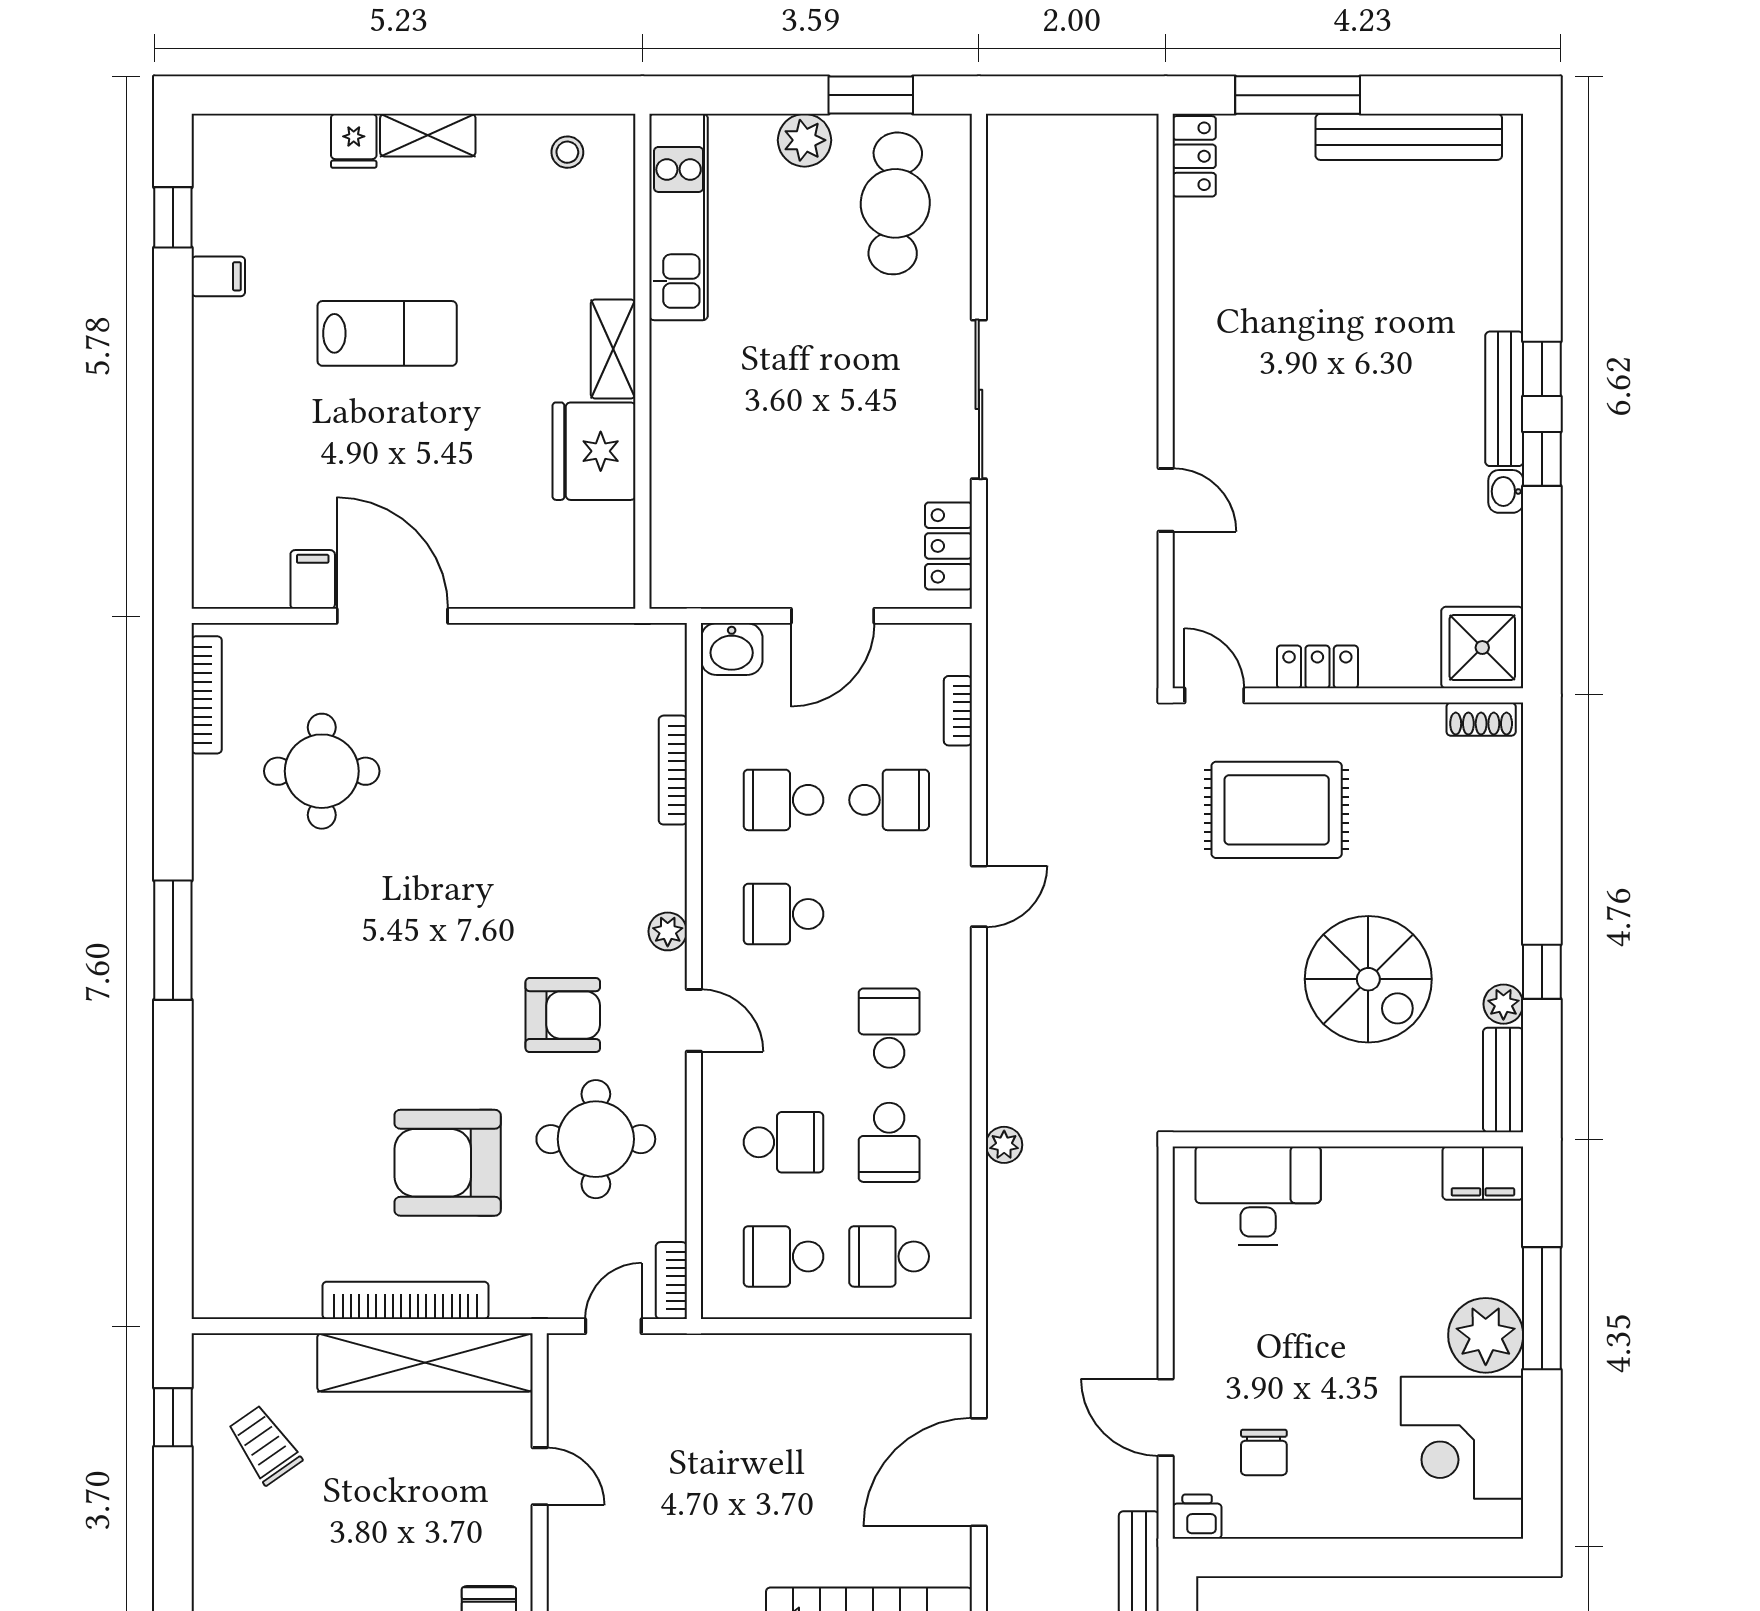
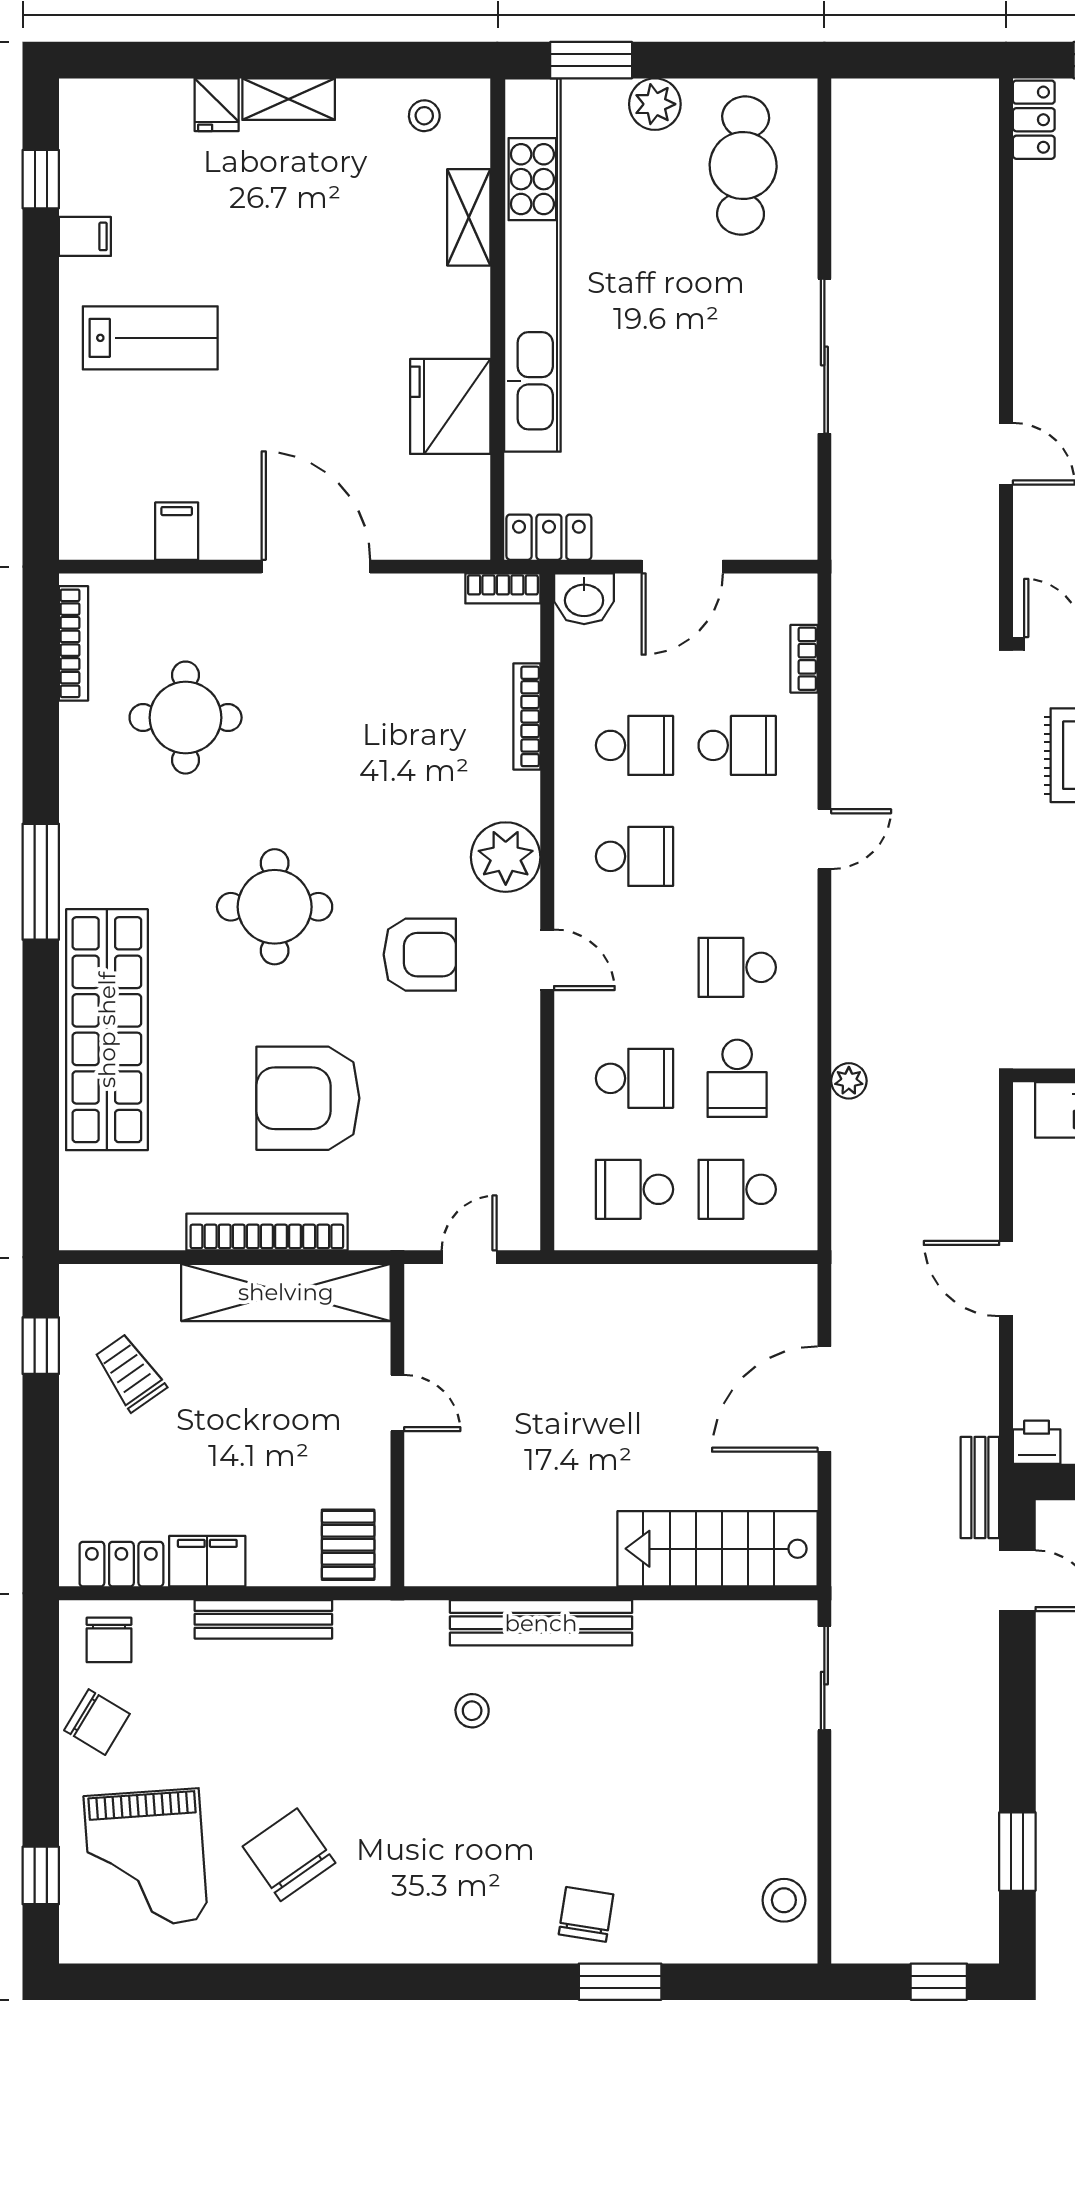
window: (871, 95) -> (591, 60), moved
kitchen unit: (679, 217) -> (532, 265), width x1.86
lab bench: (387, 333) -> (150, 338), moved
shelving: (613, 349) -> (469, 217), moved
locker: (949, 546) -> (549, 537), moved, turned 90
door: (392, 616) -> (316, 567), moved
school desk: (783, 800) -> (634, 745), turned 180
school desk: (783, 914) -> (634, 856), turned 180
plant: (668, 931) -> (506, 857), width x1.87, depth x1.87
school desk: (889, 1028) -> (737, 967), turned -90
shop shelf: (241, 1092) -> (107, 1030), added
round table: (596, 1139) -> (275, 907), moved
bookcase: (671, 1281) -> (503, 588), moved, turned -90
door: (1166, 1417) -> (1006, 1279), moved

